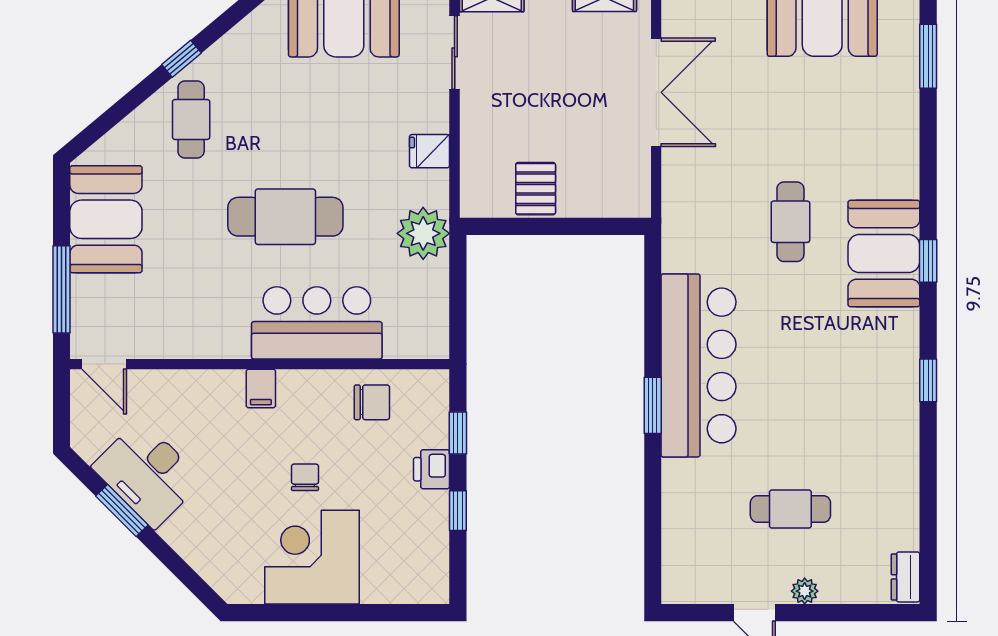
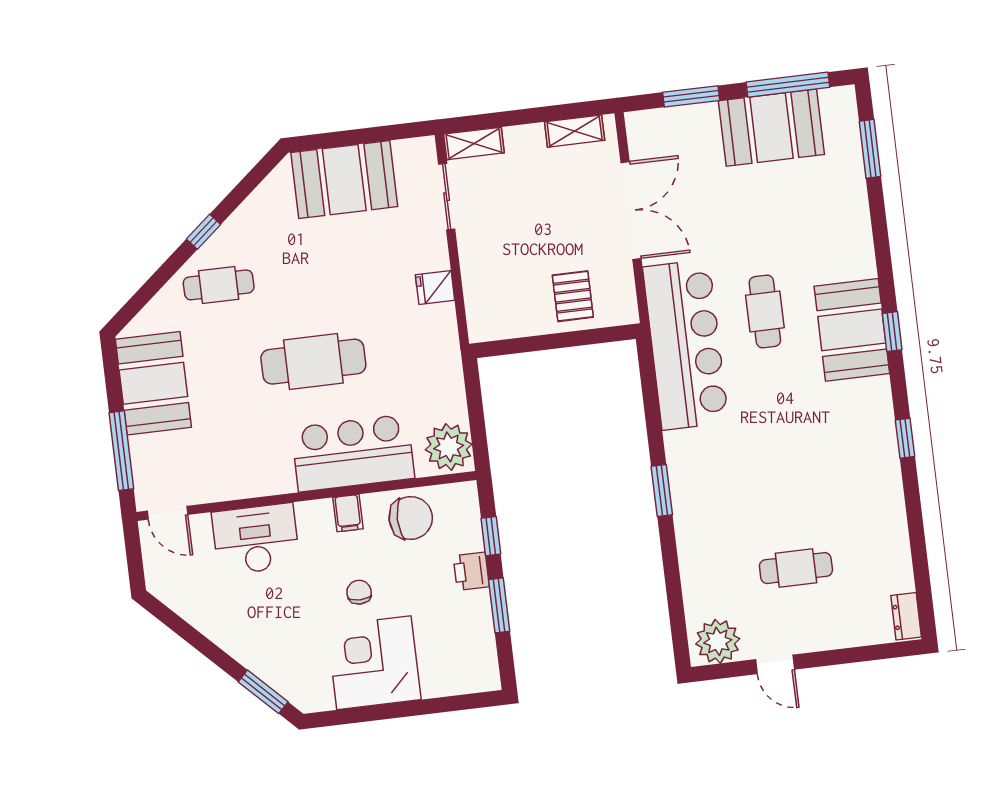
cafe table: (191, 119) -> (219, 285), turned 90
pallet: (536, 189) -> (573, 296), moved
plant: (423, 233) -> (449, 447), moved
bar counter: (698, 365) -> (686, 345), moved
filing cabinet: (261, 389) -> (348, 513), moved
chair: (372, 402) -> (411, 518), width x1.37, depth x1.37
desk: (147, 474) -> (256, 539), moved, turned 135
window: (122, 511) -> (263, 692), moved
window: (458, 511) -> (499, 605), width x1.50
plant: (805, 591) -> (718, 641), moved, width x1.87, depth x1.87

